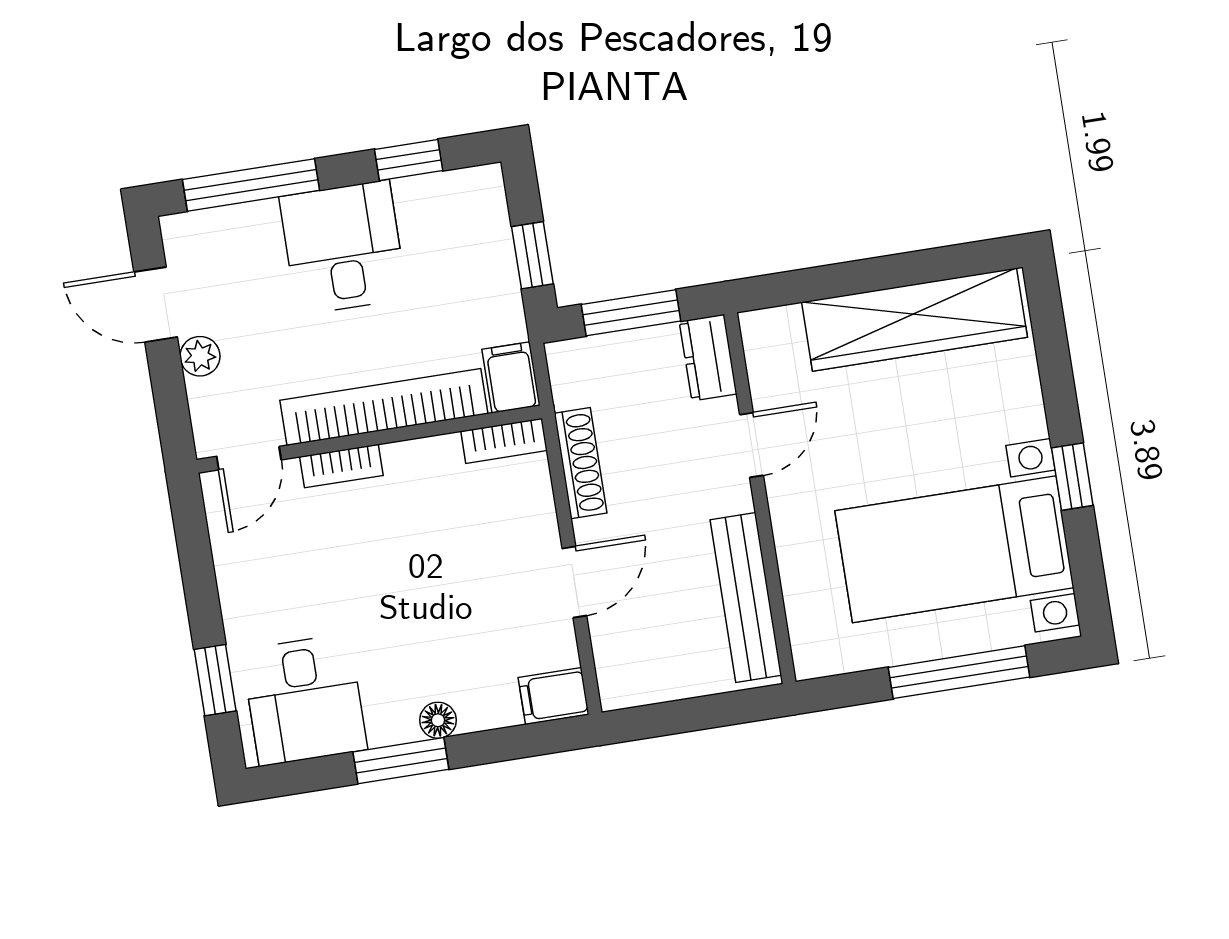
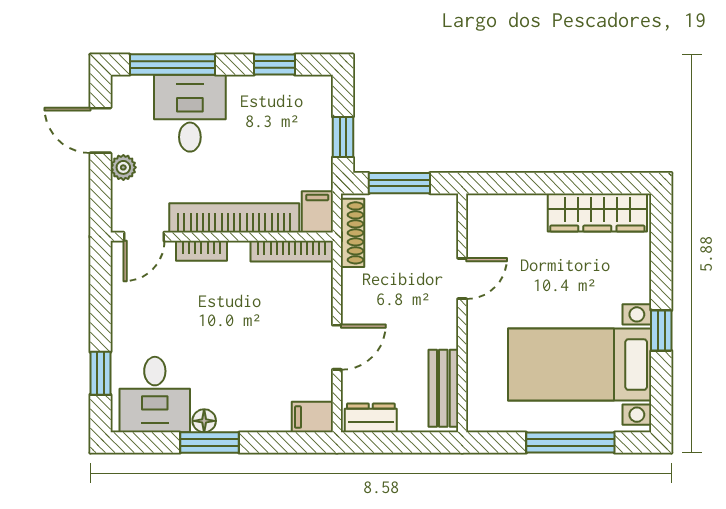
desk: (343, 248) -> (190, 113), moved
wardrobe: (915, 320) -> (597, 212), width x0.71, depth x0.85
dresser: (708, 358) -> (371, 418), moved, turned 90
bookcase: (504, 441) -> (292, 251), width x1.56
shoe rack: (580, 463) -> (353, 233), moved
bench: (746, 598) -> (443, 388), width x0.73
floor lamp: (438, 720) -> (204, 421), moved

